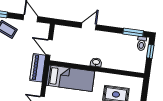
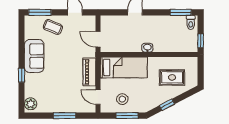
window: (150, 51) -> (201, 41), moved
piano: (38, 68) -> (89, 72), moved

